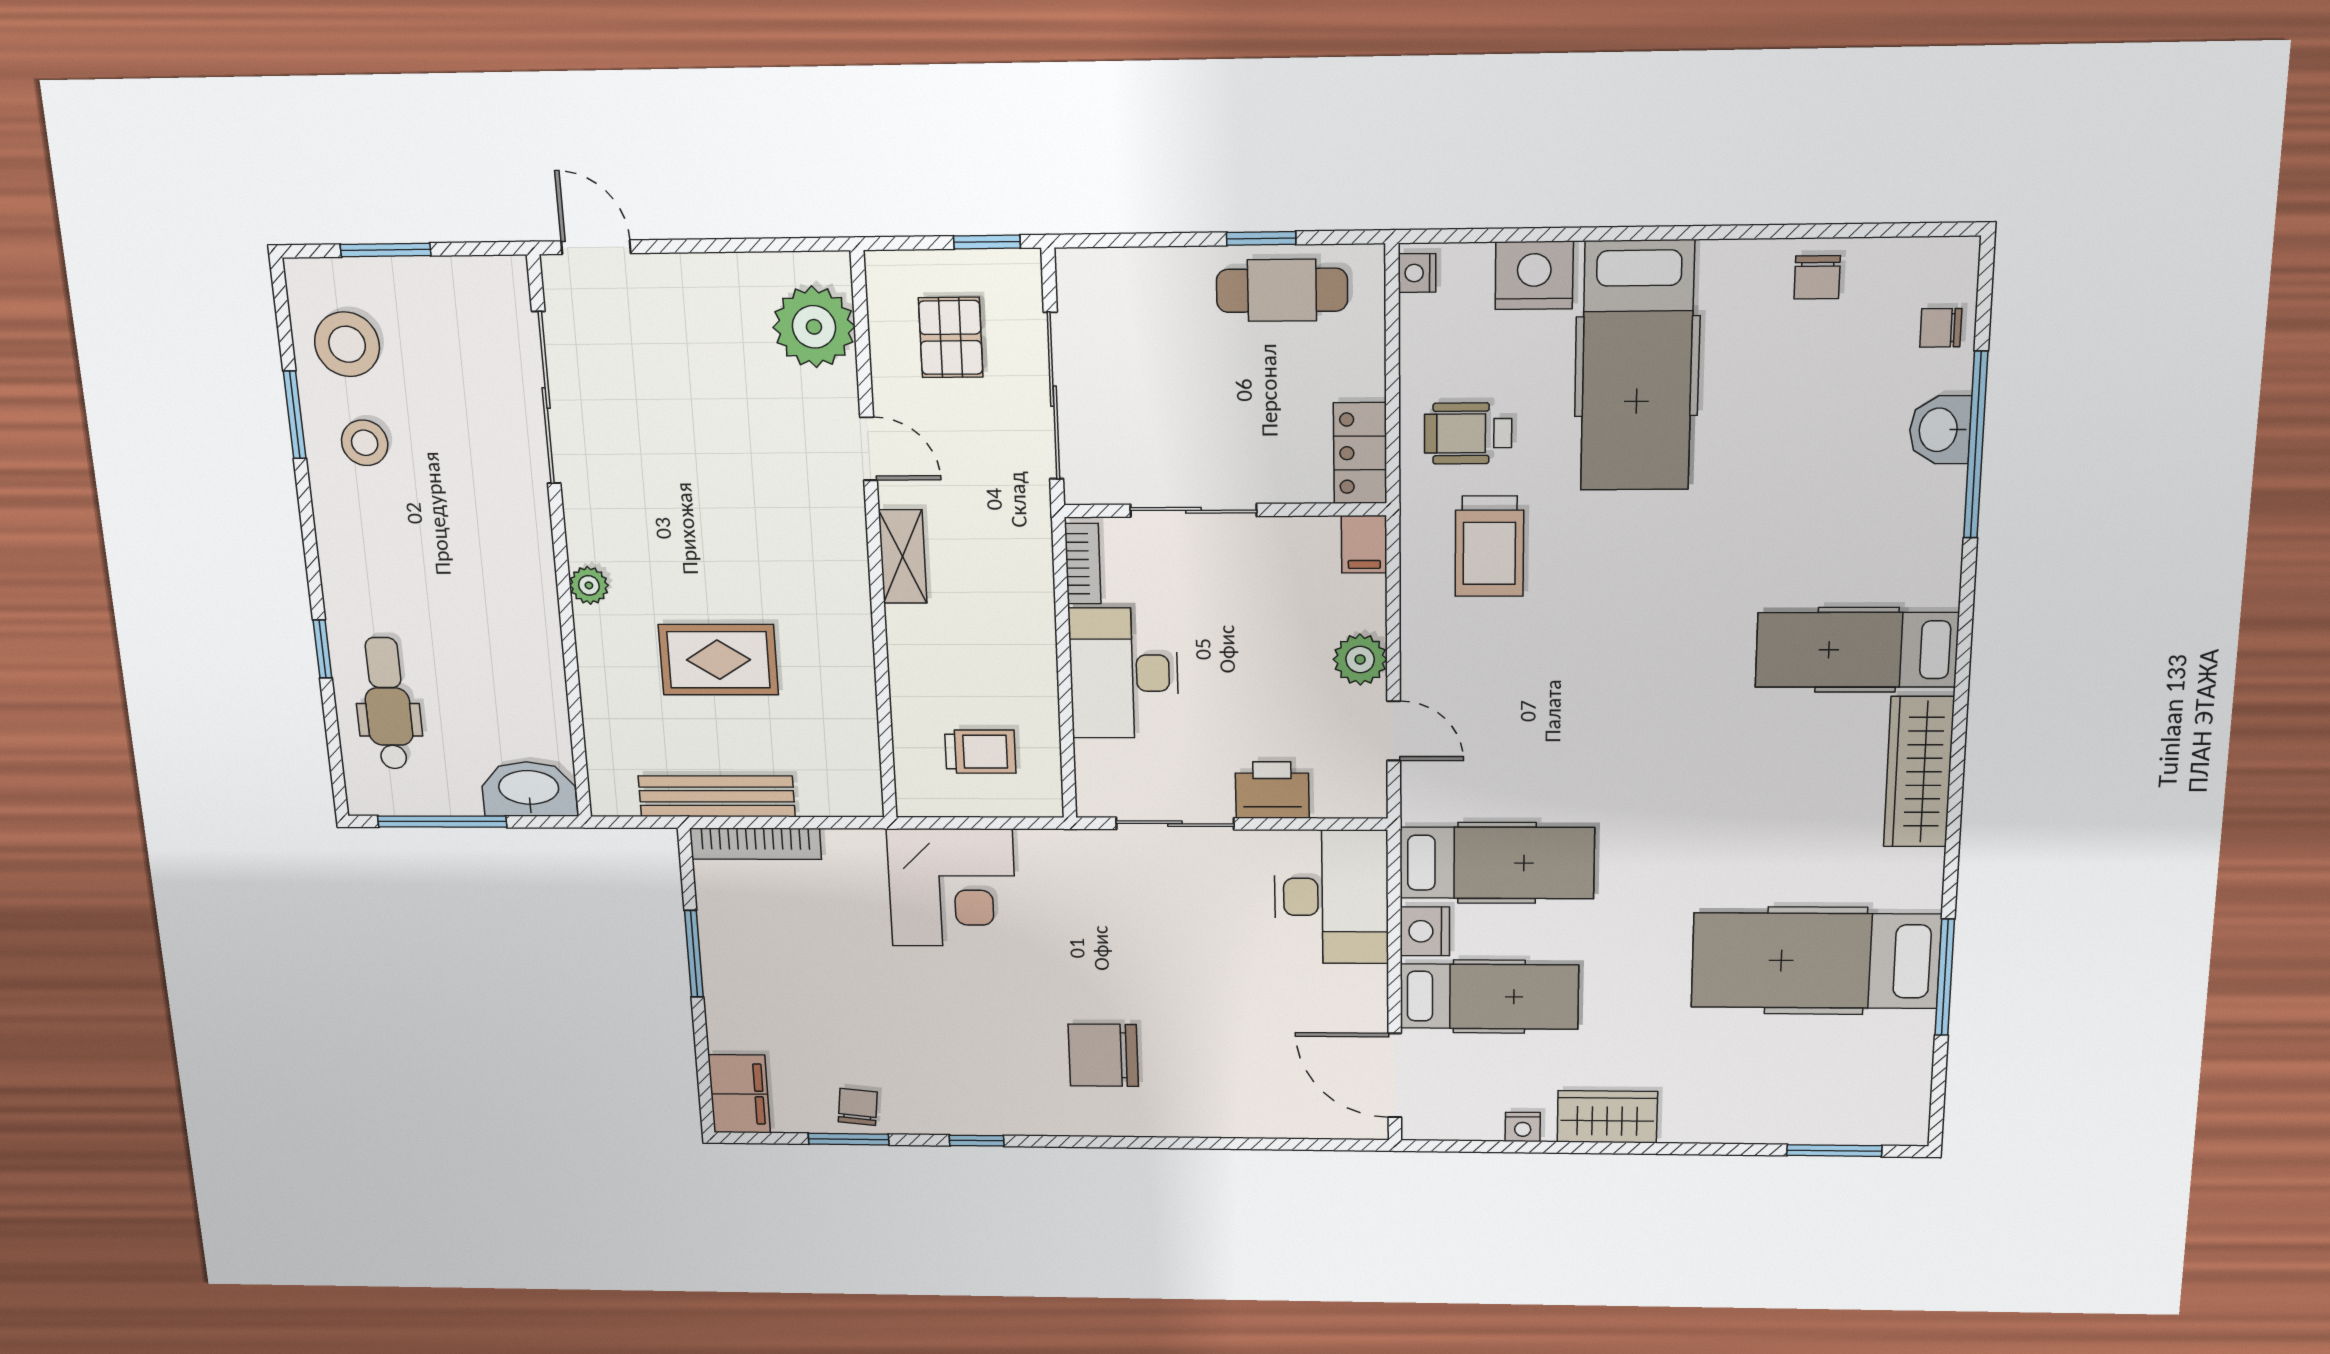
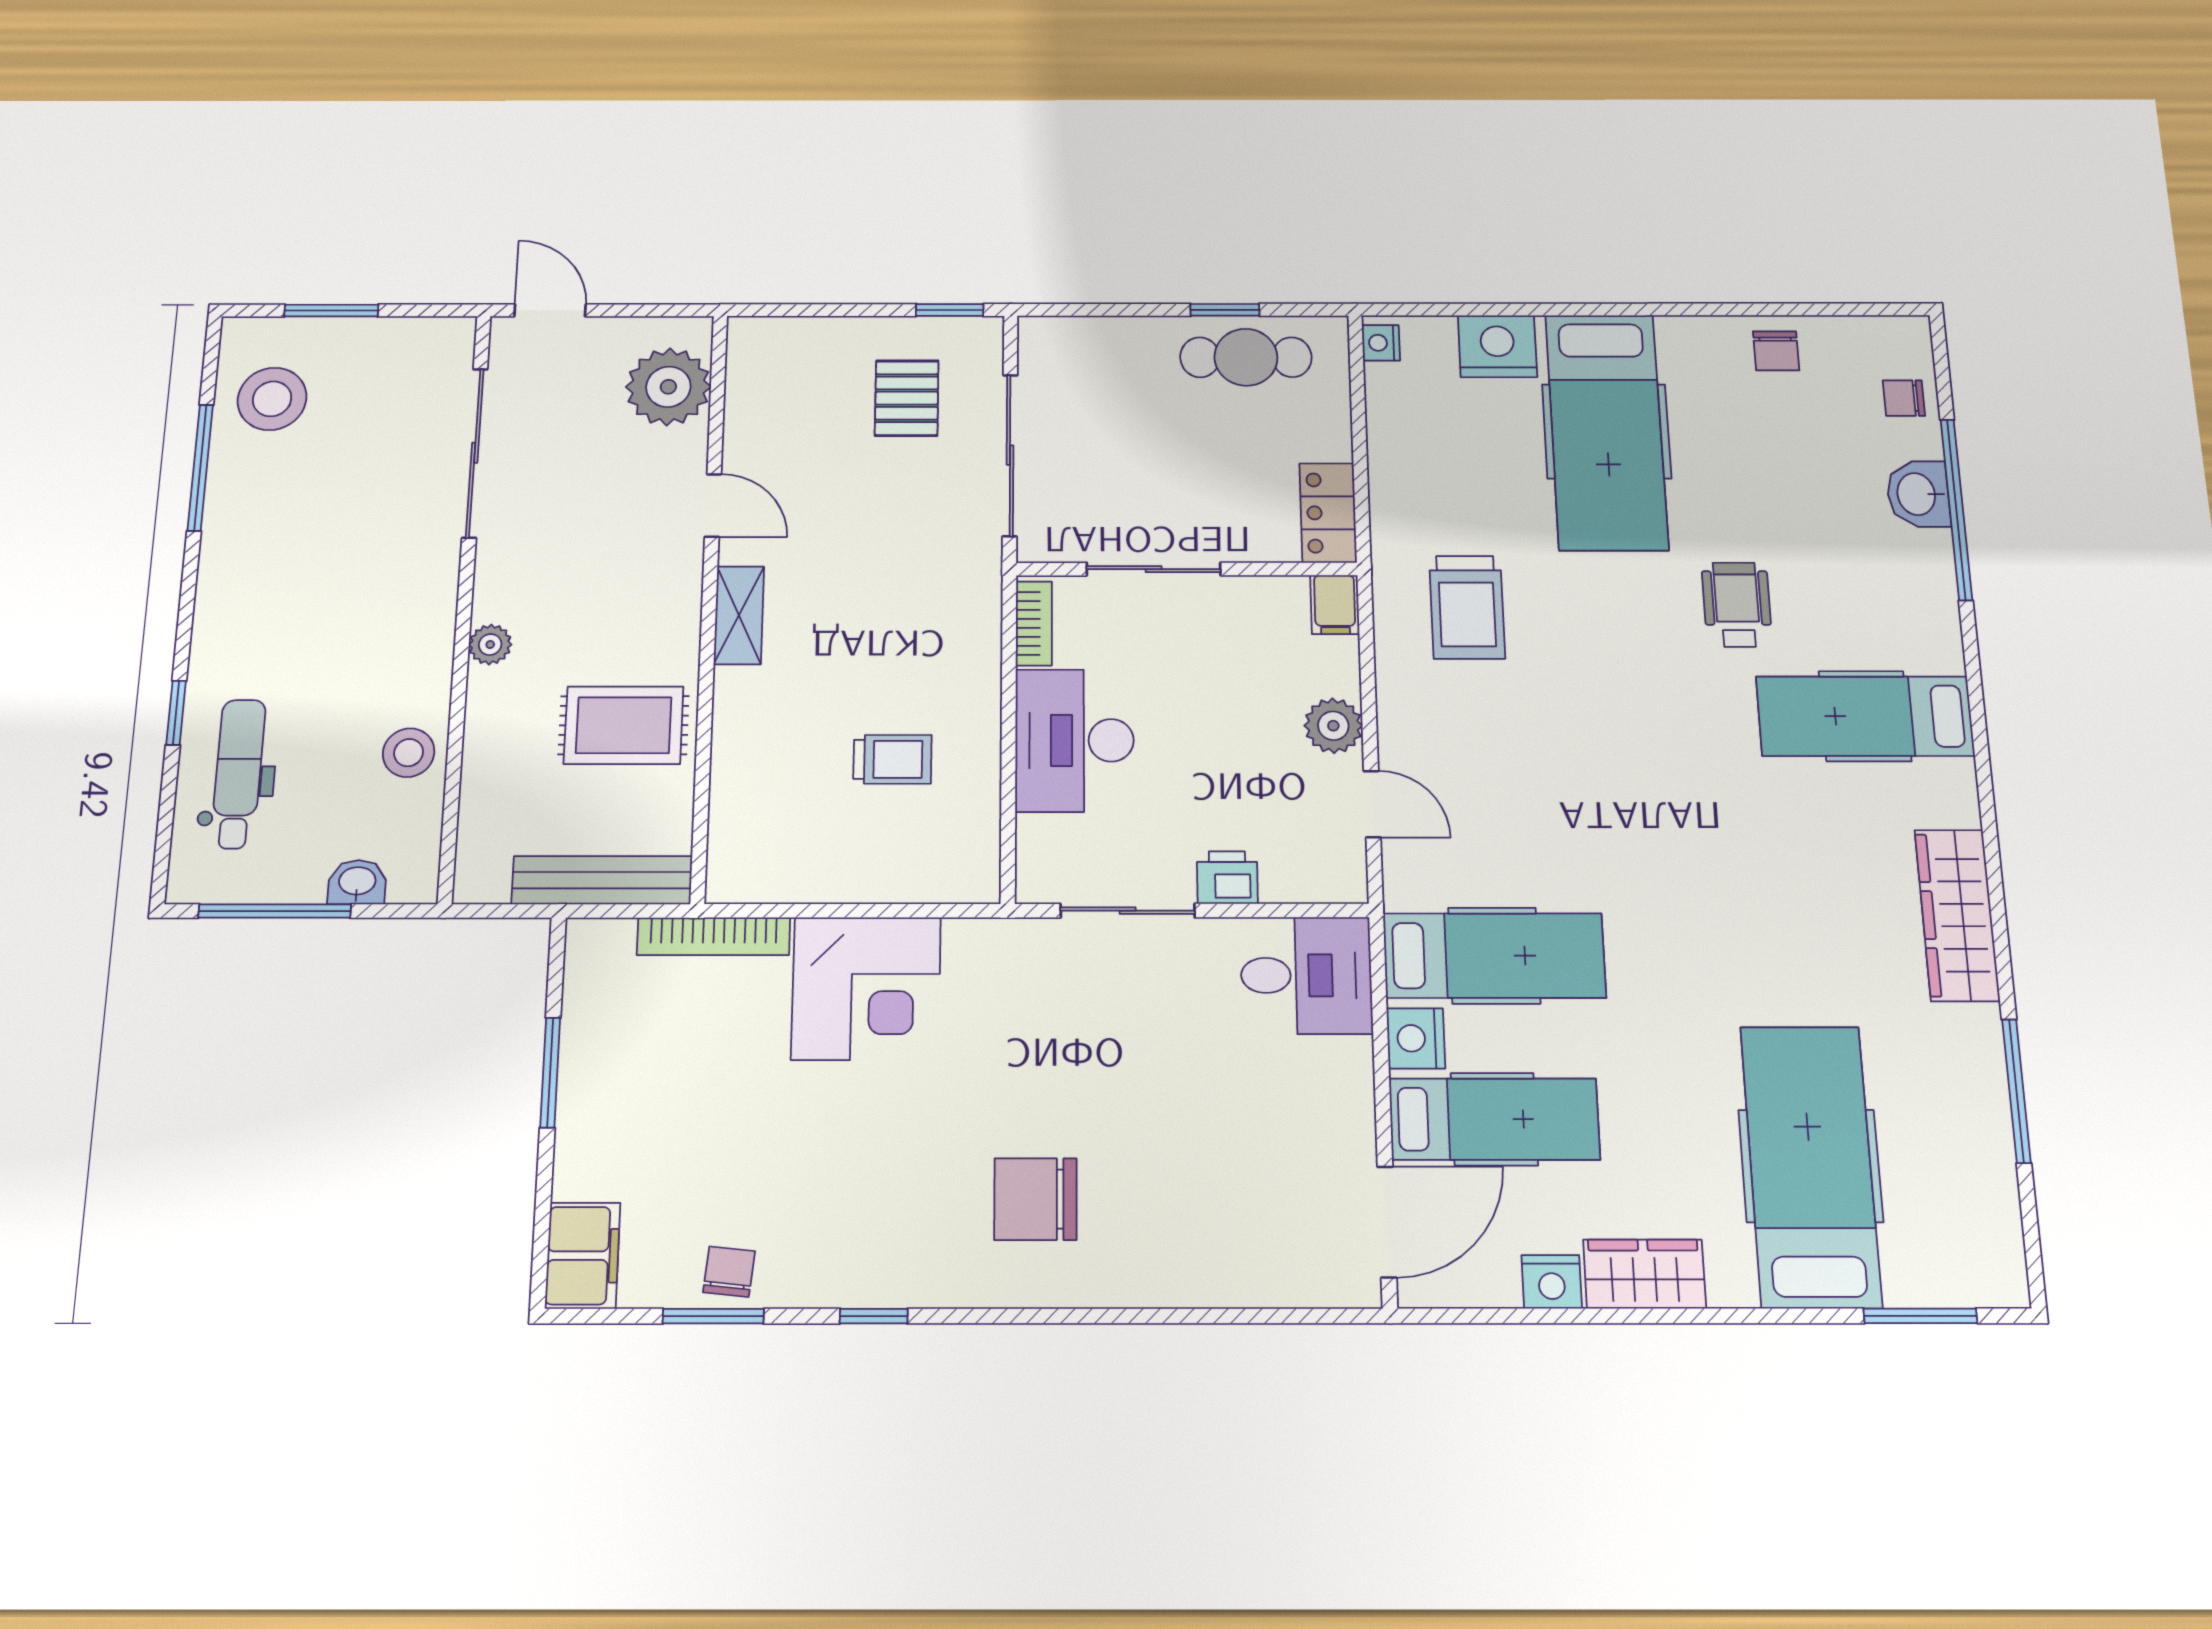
plant: (814, 327) -> (668, 387), moved
window: (295, 415) -> (200, 467), width x1.44
wheelchair: (1468, 433) -> (1737, 605), moved, turned 90
stool: (365, 443) -> (409, 753), moved
door: (869, 449) -> (713, 505), moved
wall: (874, 542) -> (709, 600), moved
shelving: (903, 556) -> (739, 615), moved
trolley: (980, 752) -> (892, 759), moved
wardrobe: (1919, 772) -> (1957, 915), moved
washbasin: (529, 789) -> (357, 882), width x0.52, depth x0.69
printer: (1272, 790) -> (1227, 878), width x0.73, depth x0.81
bookcase: (756, 844) -> (714, 936), moved
desk: (1331, 897) -> (1306, 975), width x0.73
hospital bed: (1816, 961) -> (1811, 1166), moved, turned 90
door: (1395, 1075) -> (1387, 1222), swing flipped
nightstand: (1523, 1127) -> (1552, 1282), width x1.39, depth x1.35

